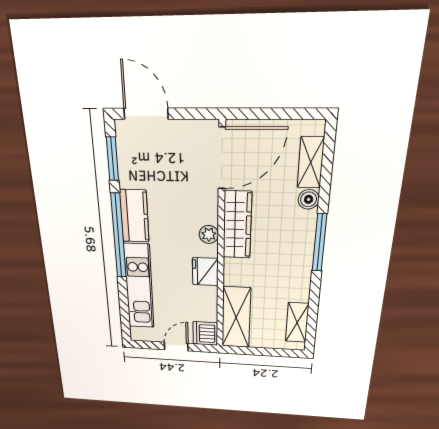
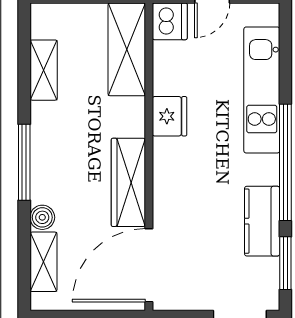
kitchen counter: (134, 216) -> (262, 221), moved
plant: (209, 234) -> (165, 168), removed
shelving: (297, 323) -> (44, 70), moved

